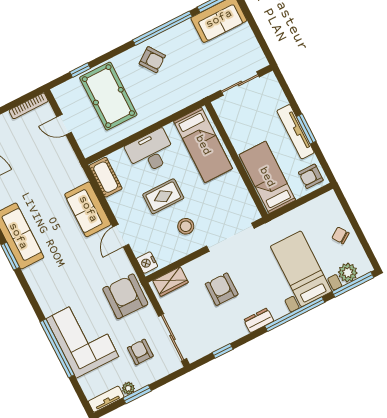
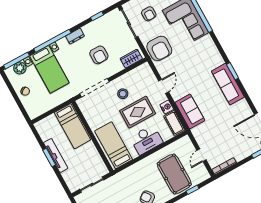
door: (64, 125) -> (201, 155), swing flipped
armchair: (311, 176) -> (45, 128), removed
rug: (163, 196) -> (138, 112), width x1.36, depth x1.43
sofa: (88, 209) -> (190, 111), moved
nightstand: (147, 263) -> (167, 107), moved

